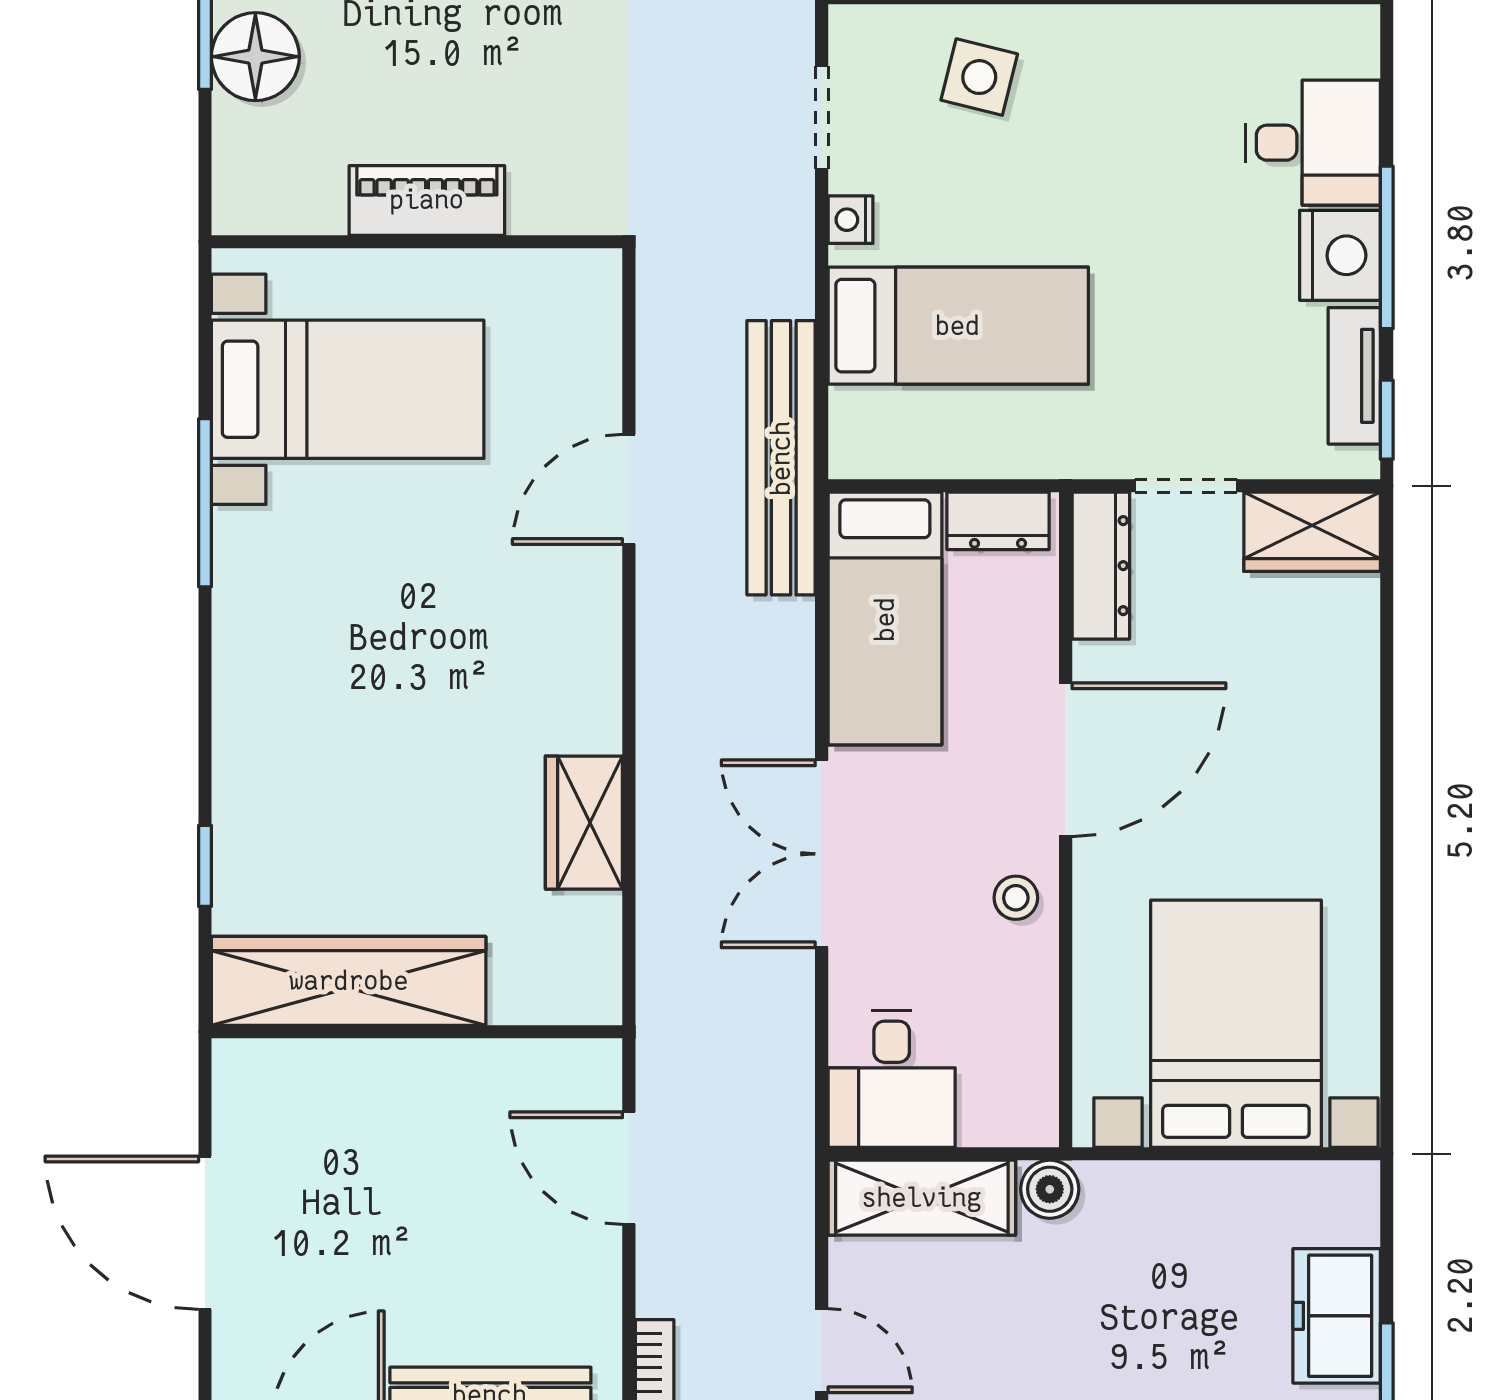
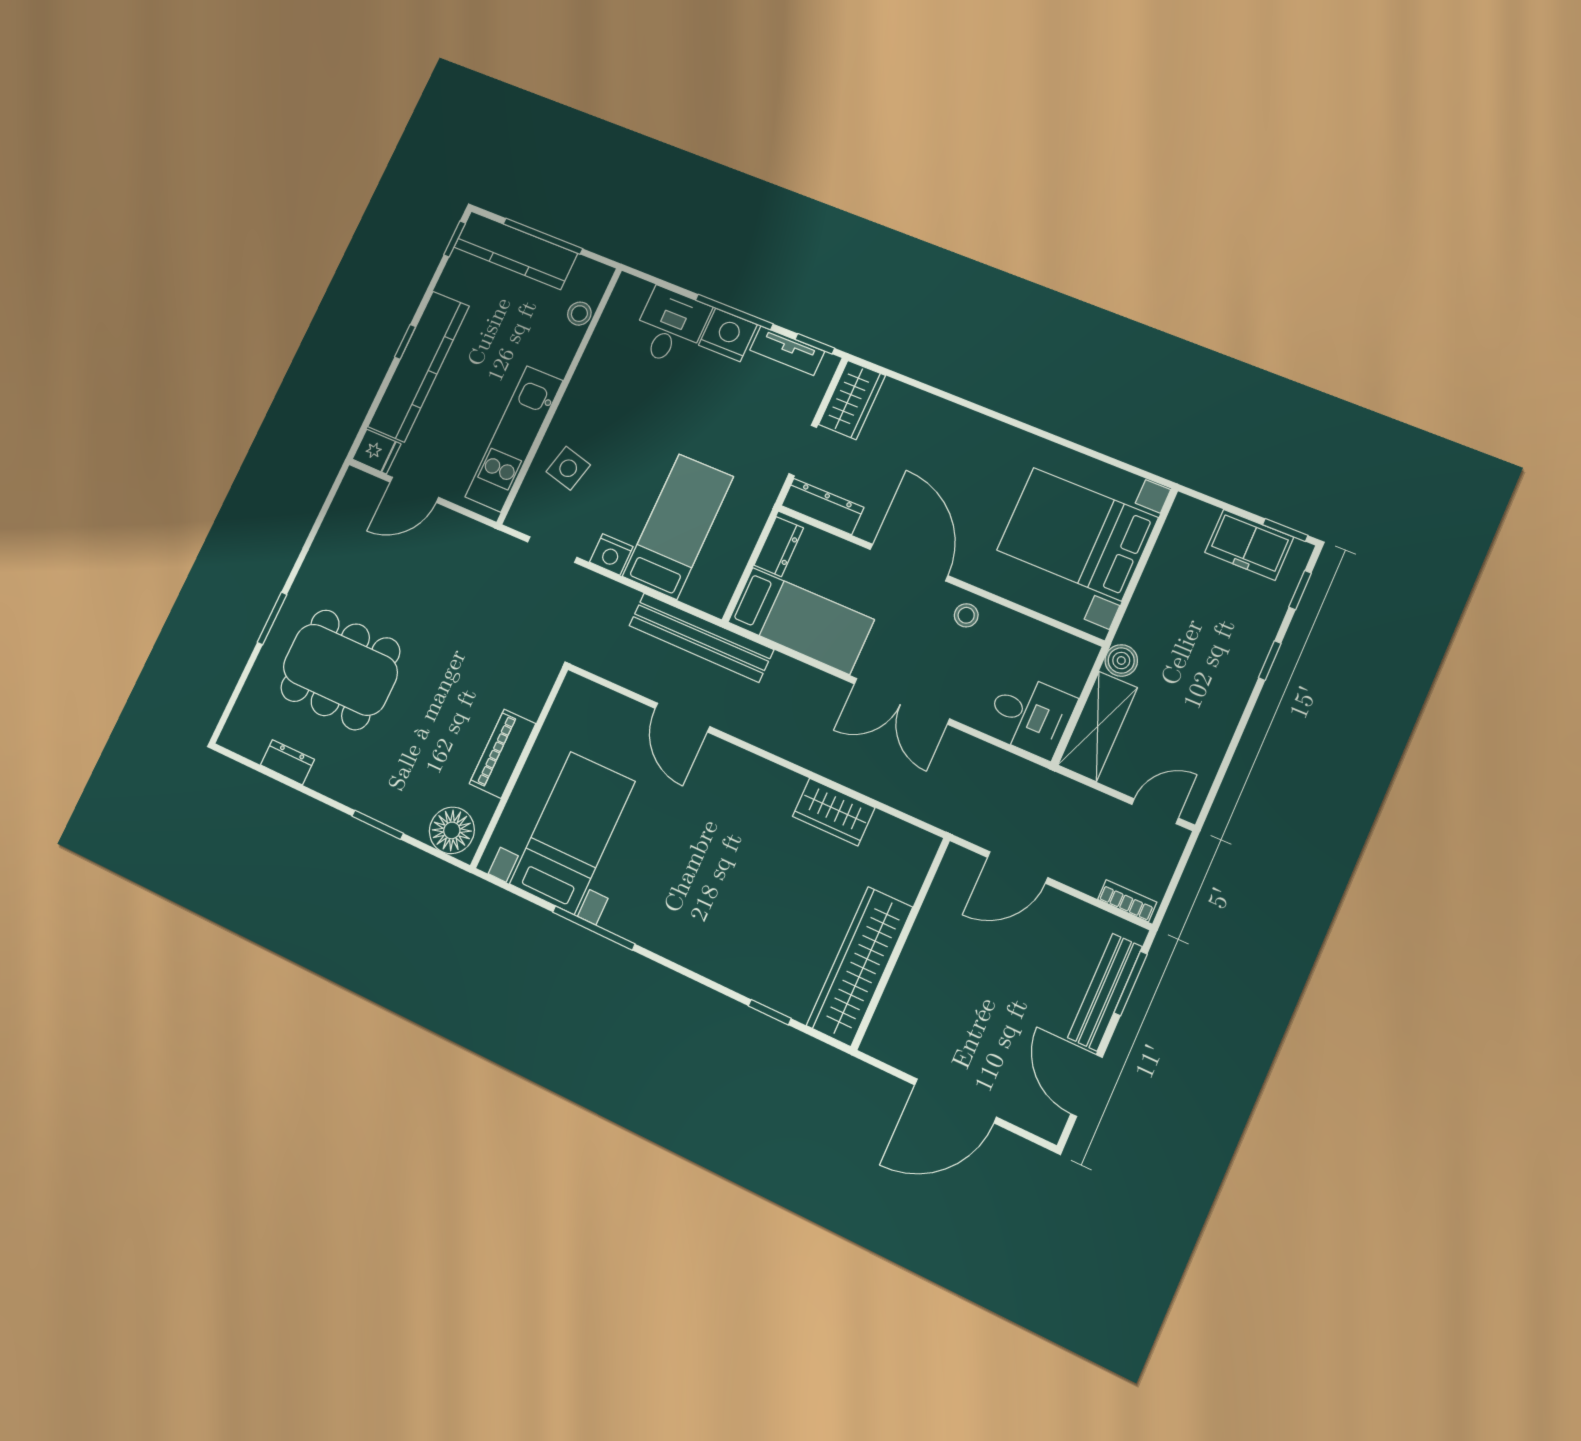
floor lamp: (255, 57) -> (452, 830), moved
nightstand: (850, 220) -> (611, 554), width x1.39, depth x1.35

